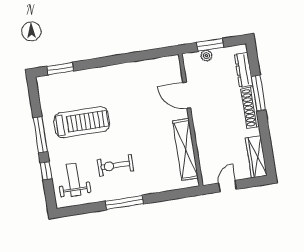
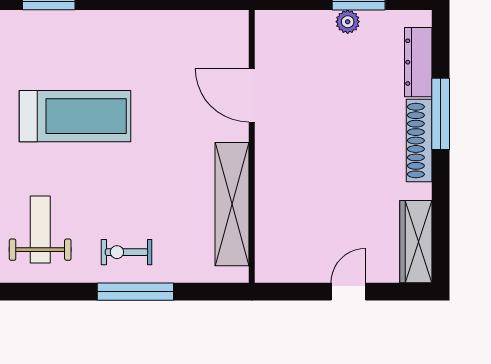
door: (187, 95) -> (252, 95), moved
wall: (191, 120) -> (252, 146), moved
shelving: (186, 149) -> (232, 204), moved
exercise bike: (115, 165) -> (126, 252), moved, width x0.73, depth x0.72

